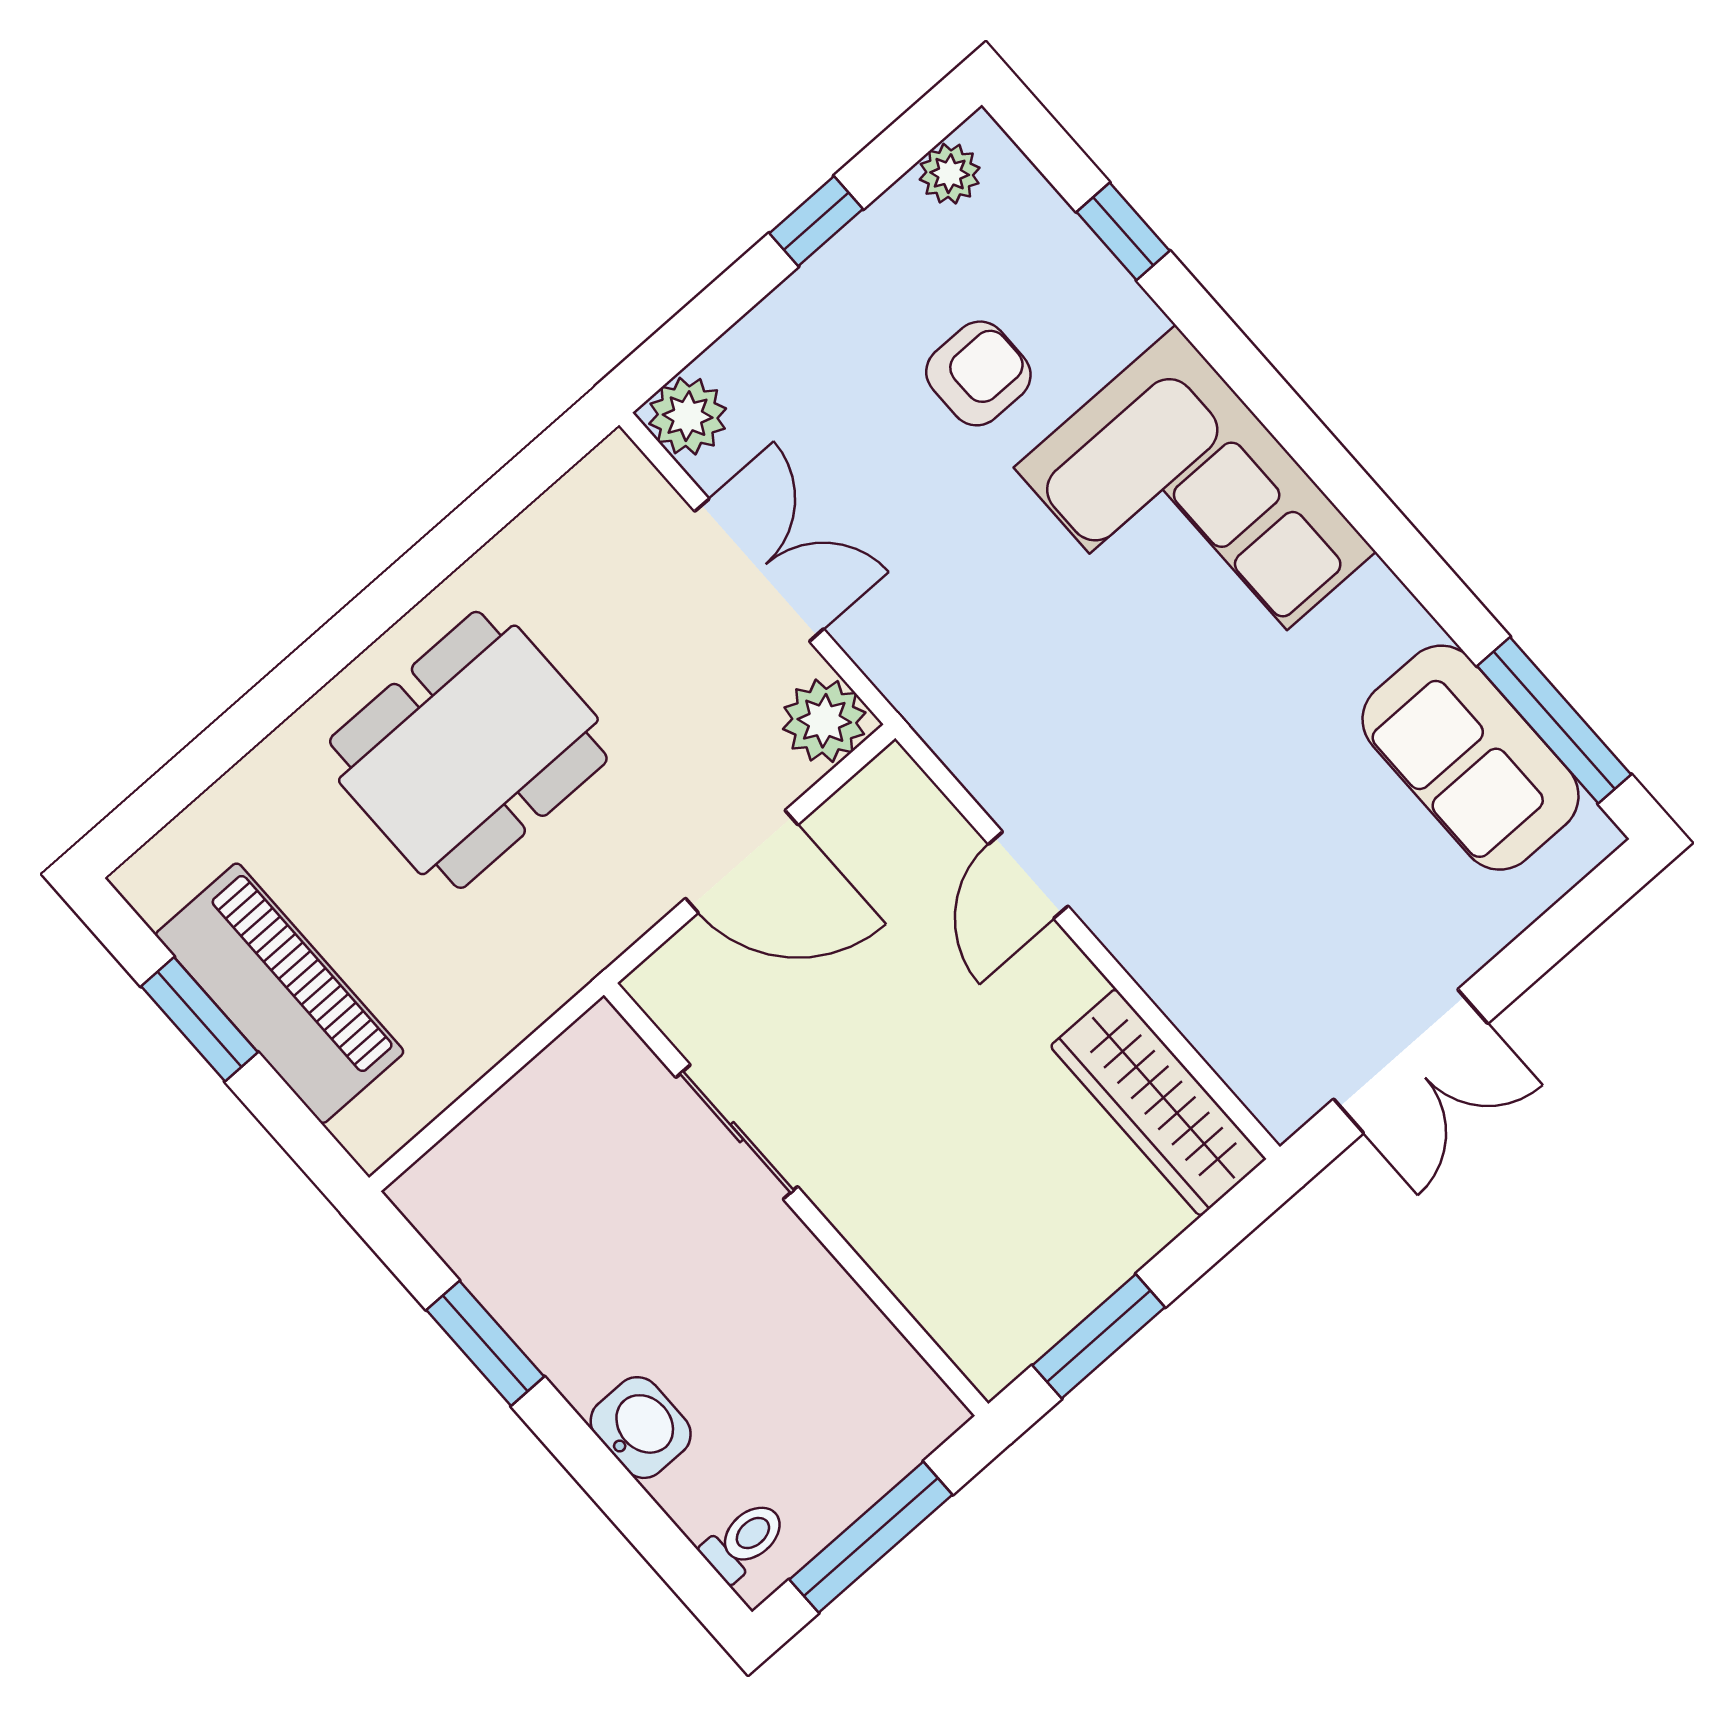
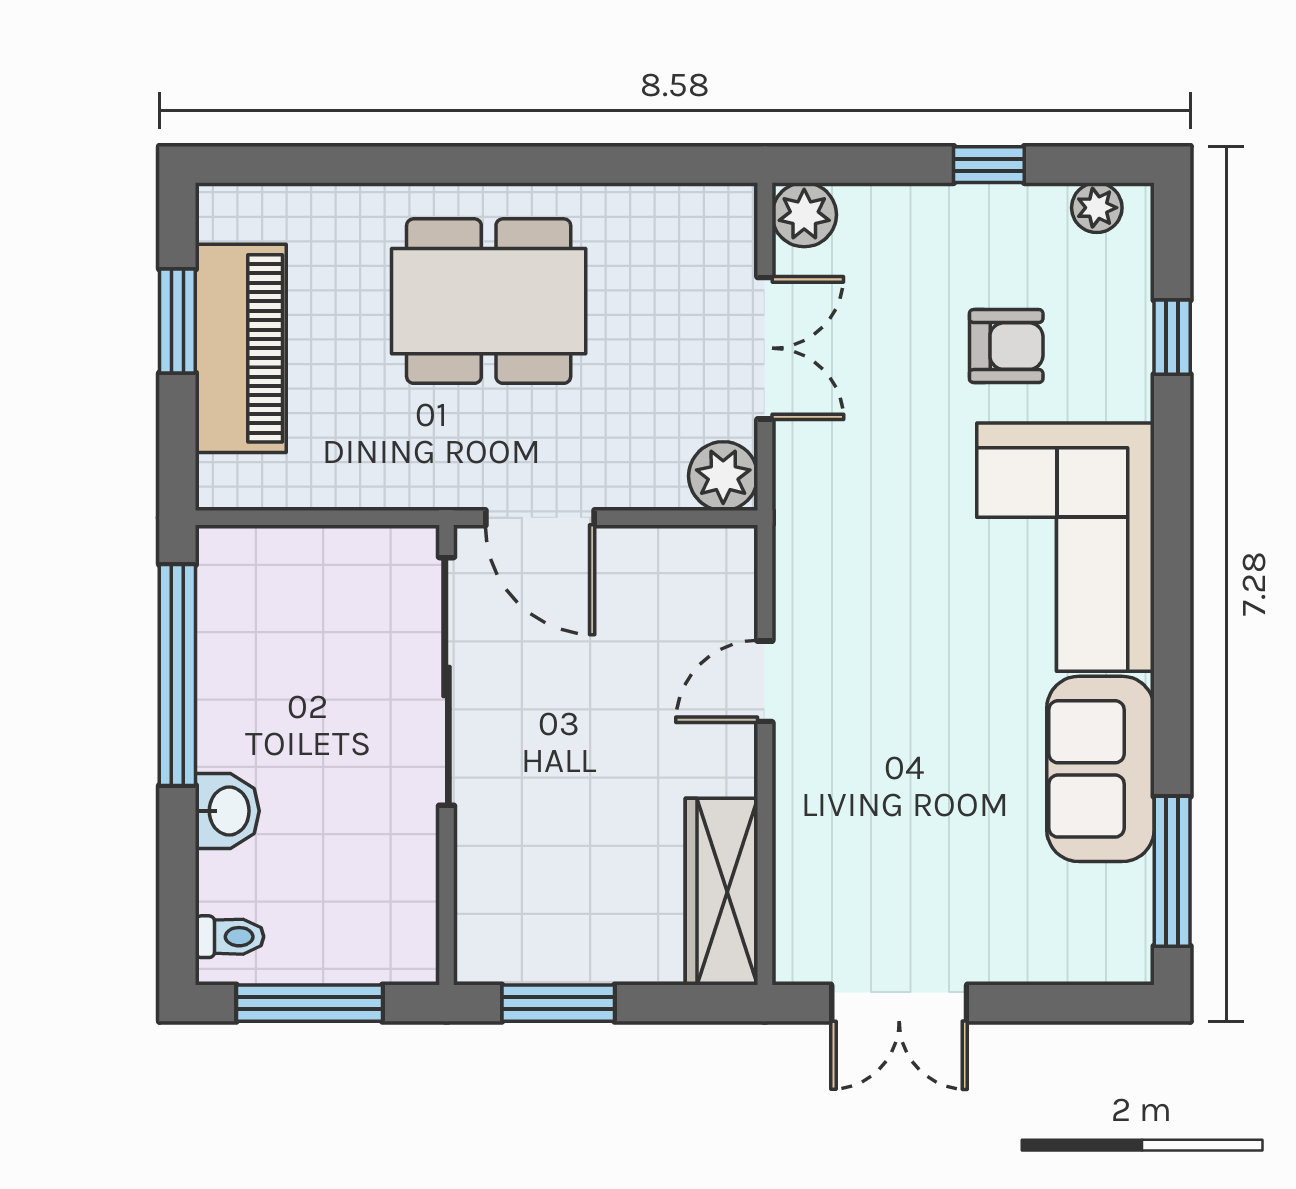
sofa: (1470, 758) -> (1100, 769), moved
door: (742, 861) -> (540, 518), moved
sliding door: (737, 1132) -> (447, 681), width x1.86
window: (485, 1343) -> (177, 675), width x2.11

